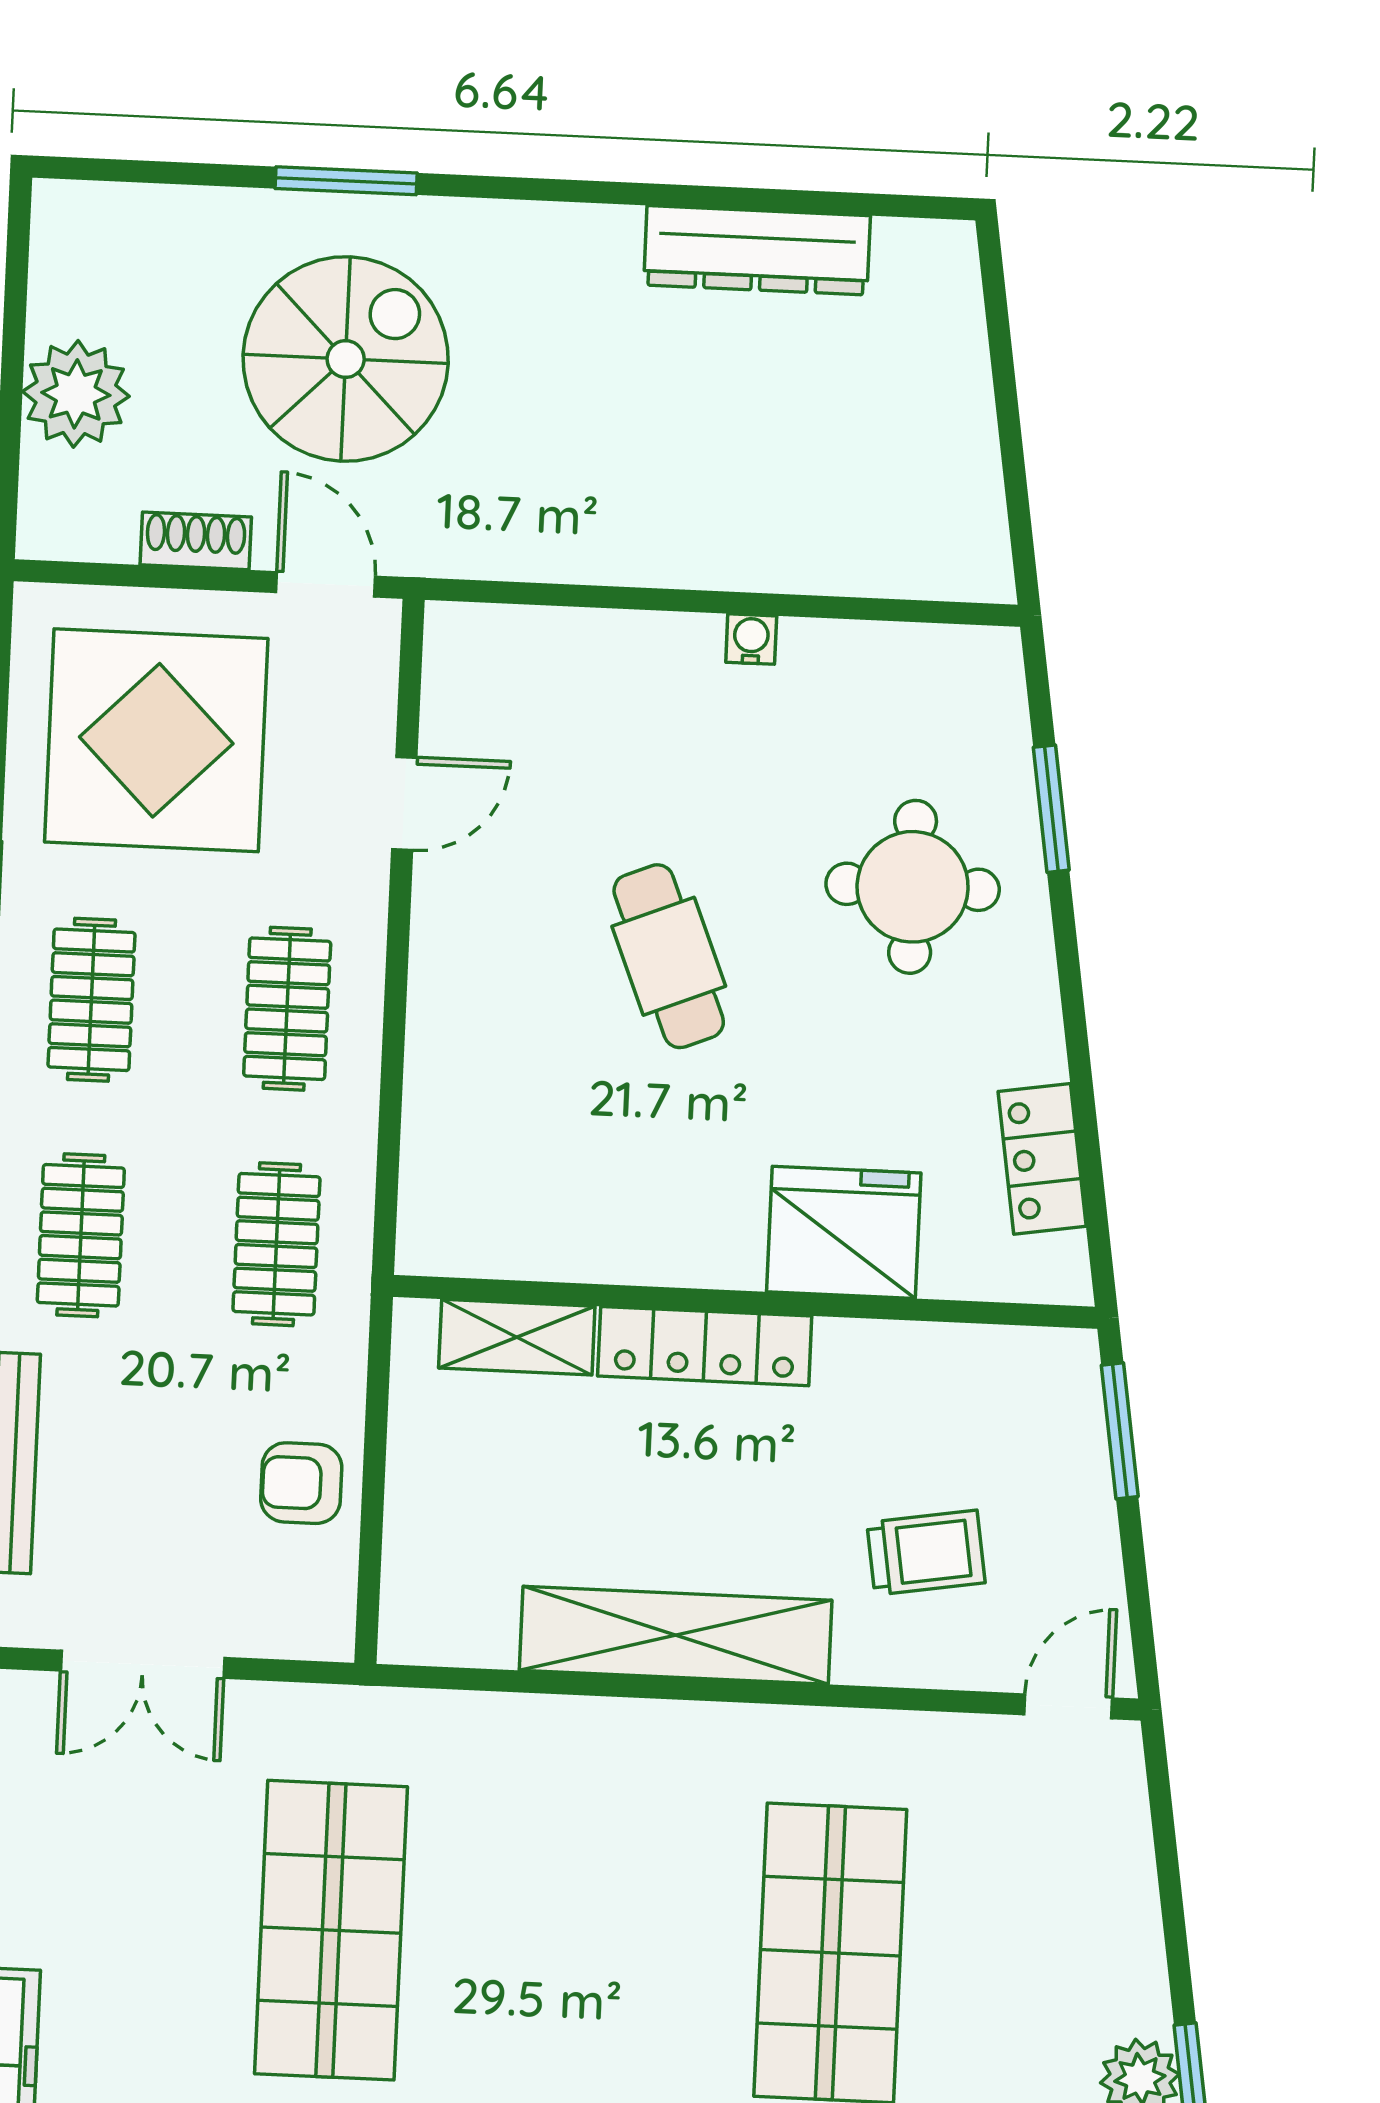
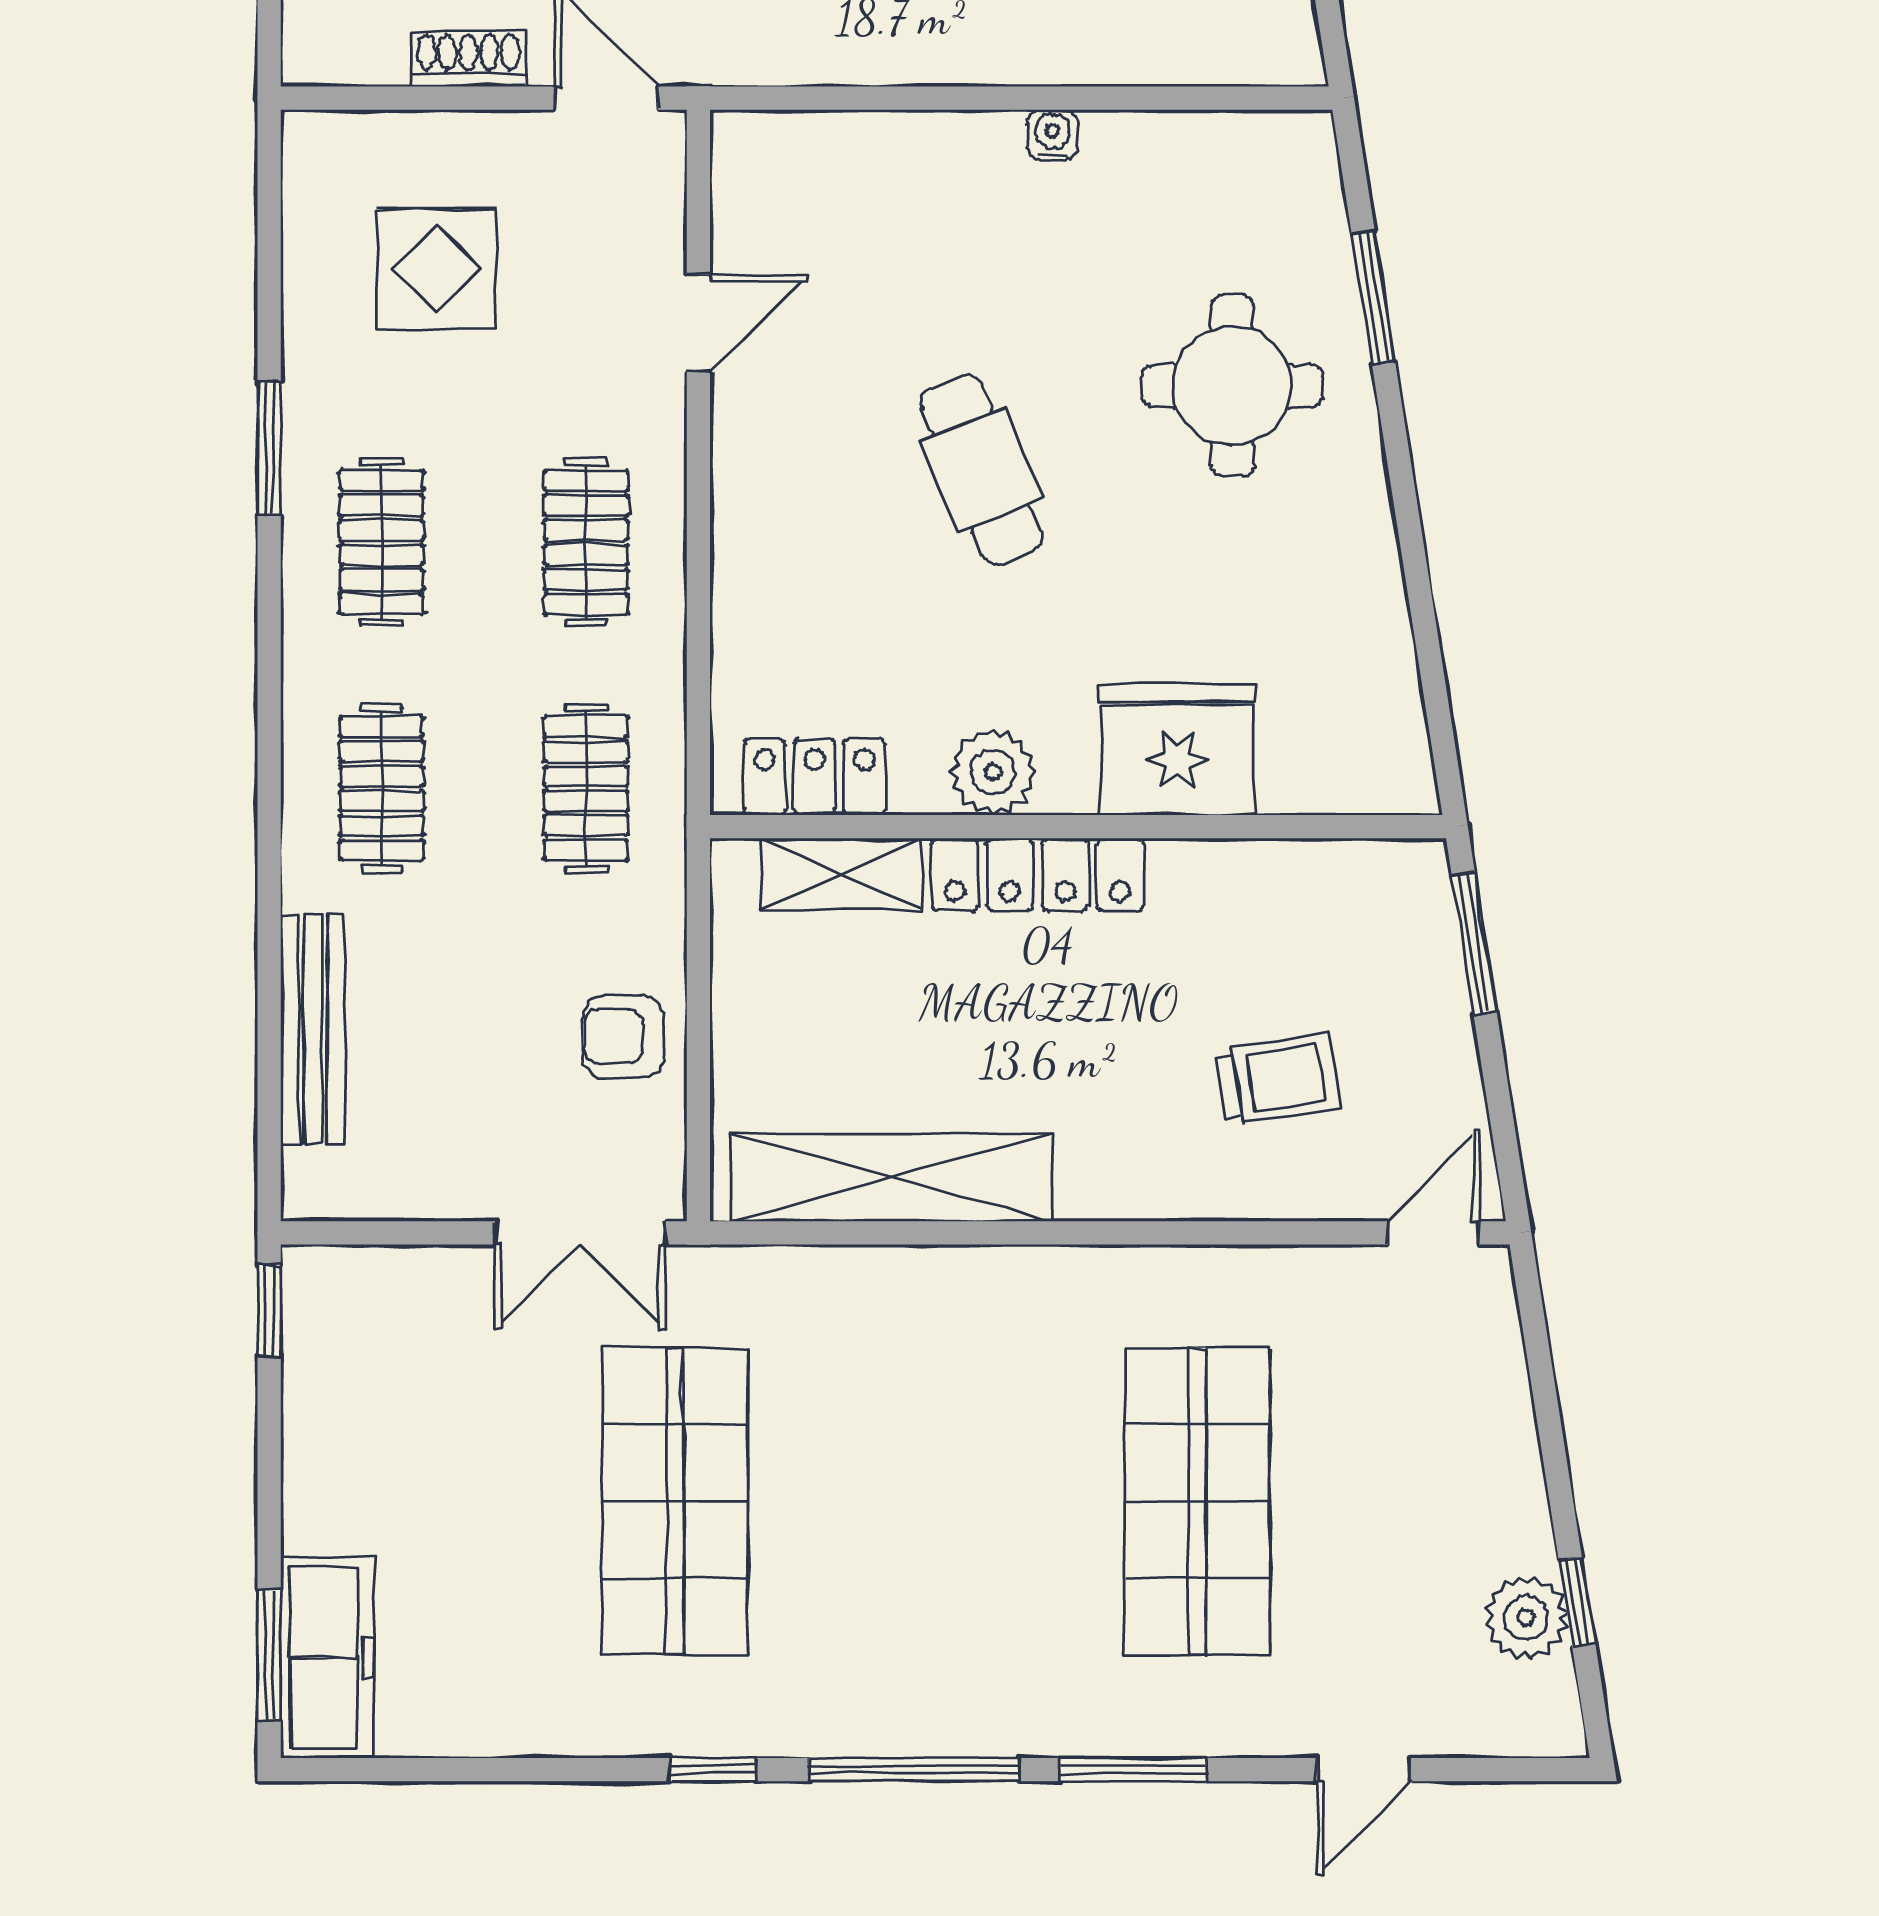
display table: (156, 740) -> (437, 269), width x0.54, depth x0.54
locker: (1042, 1159) -> (814, 777), moved, turned 99
plant: (667, 1246) -> (993, 772), added
shelving: (676, 1635) -> (892, 1177), moved
double door: (143, 1664) -> (580, 1233), moved

